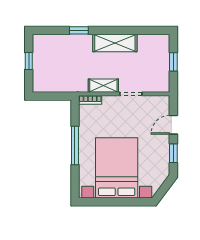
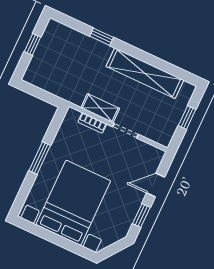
shelving: (115, 43) -> (145, 73), width x1.47
bookcase: (90, 100) -> (92, 123), moved
window: (75, 146) -> (40, 158), width x0.69

